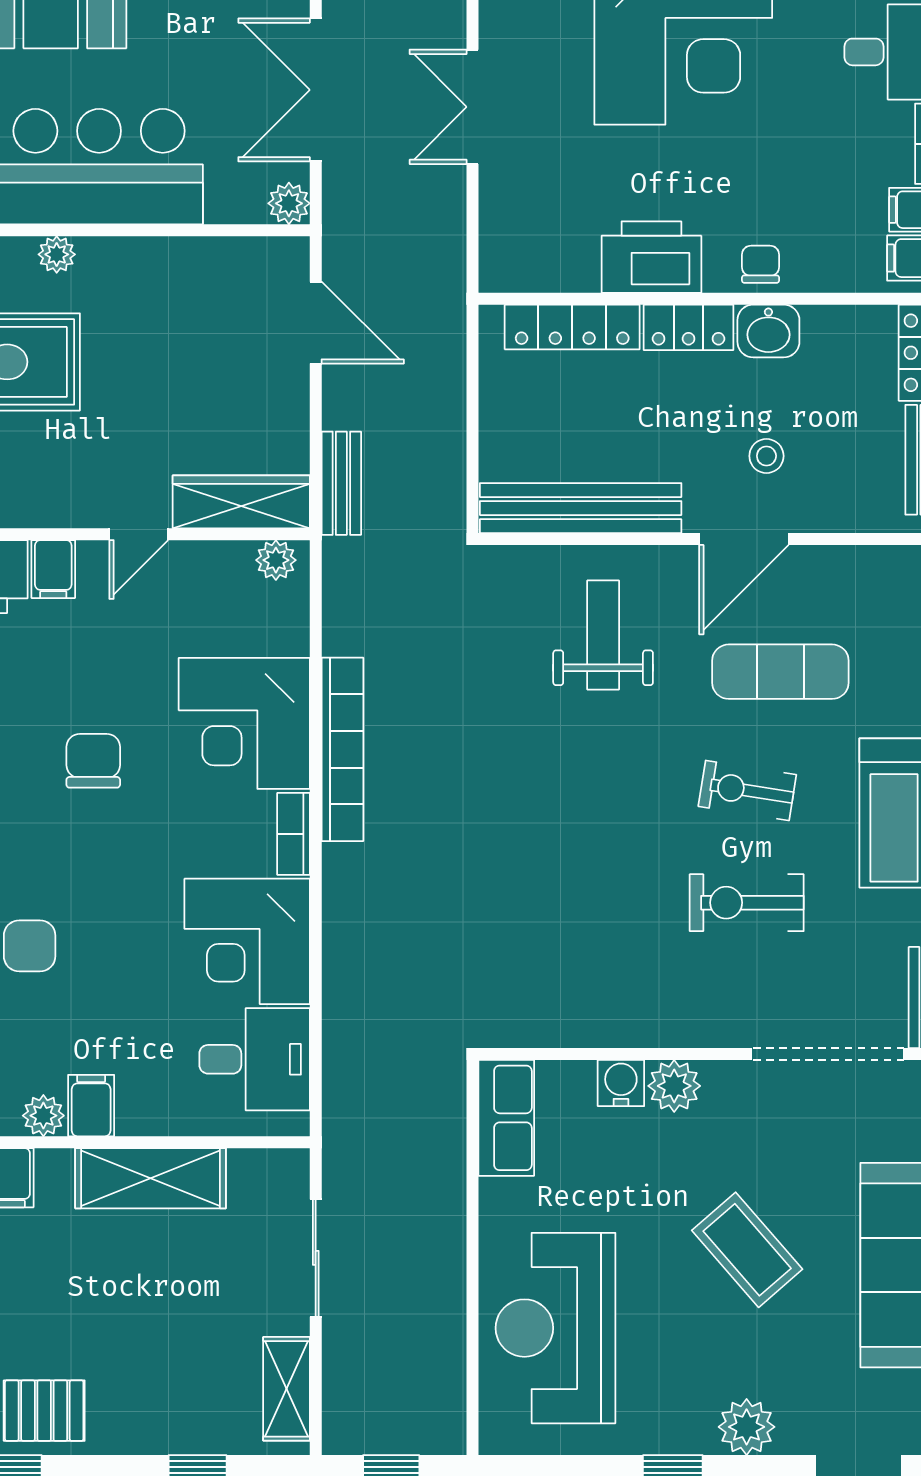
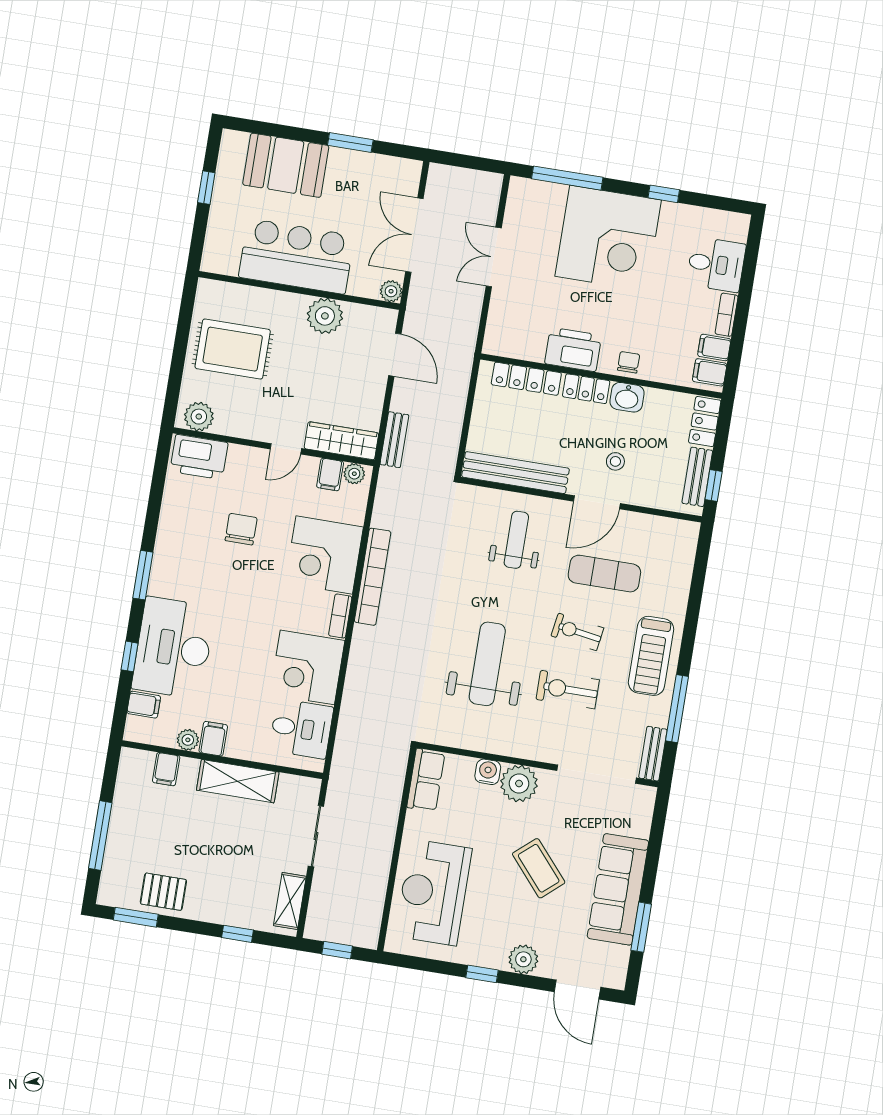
plant: (57, 254) -> (325, 316), moved, width x1.88, depth x1.88
filing cabinet: (53, 569) -> (330, 474), moved
chair: (93, 761) -> (241, 529), moved
weight bench: (586, 879) -> (487, 664), added
plant: (674, 1086) -> (519, 783), width x1.36, depth x1.36

